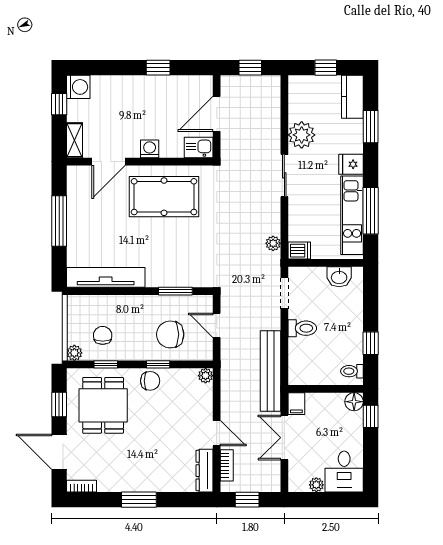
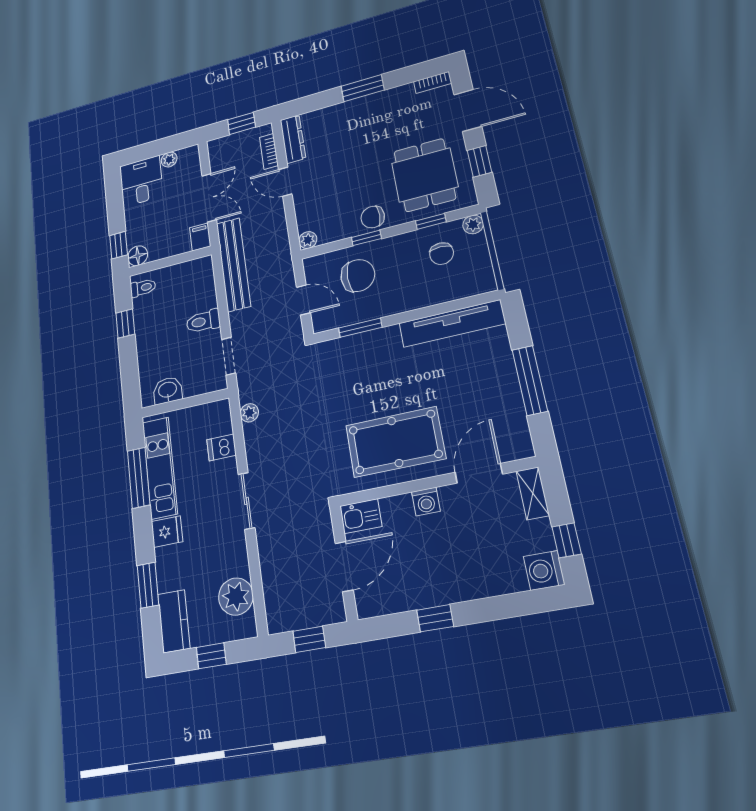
plant: (302, 135) -> (236, 597), moved
dishwasher: (299, 251) -> (221, 448), moved

